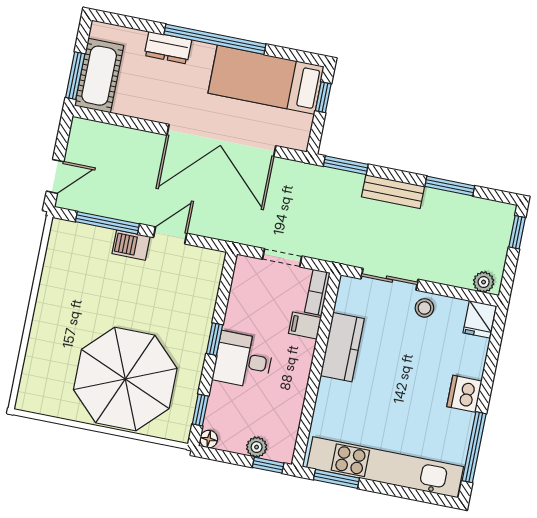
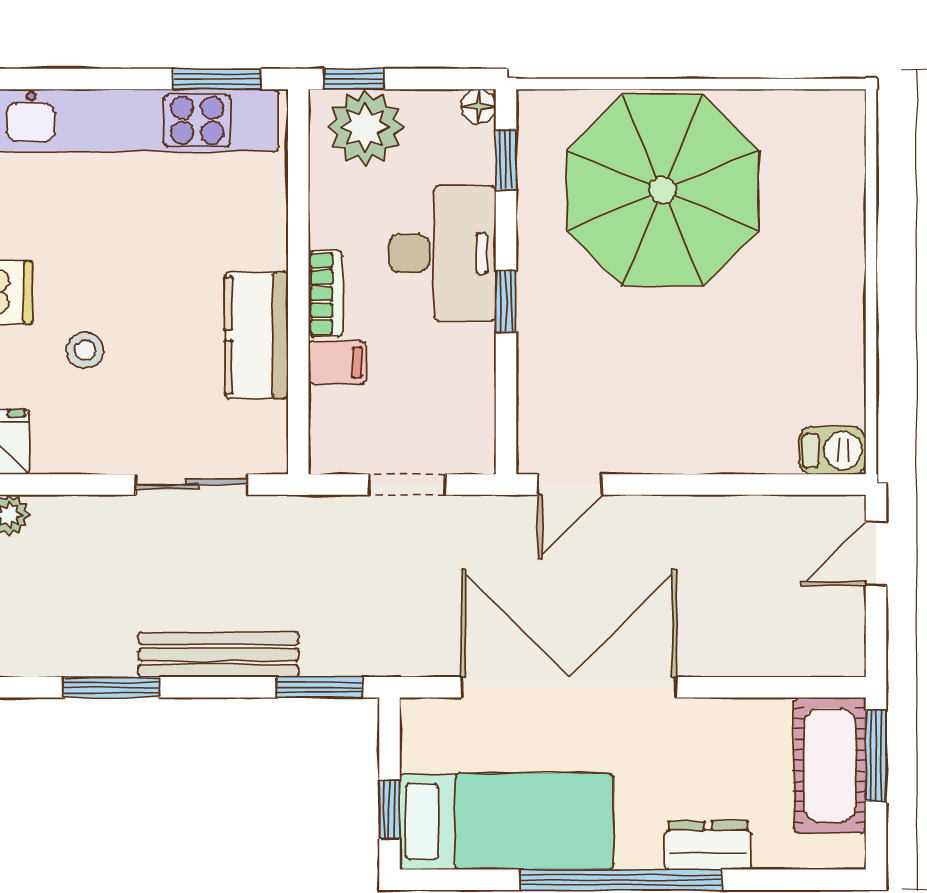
bench: (393, 192) -> (218, 655), width x1.36
window: (107, 223) -> (757, 484), removed
door: (170, 235) -> (570, 484), moved
barbecue: (131, 245) -> (832, 451), moved
bookcase: (317, 292) -> (326, 294), moved
stool: (424, 308) -> (85, 350), moved
desk: (243, 360) -> (442, 253), width x1.37
plant: (257, 447) -> (365, 127), width x1.88, depth x1.88

